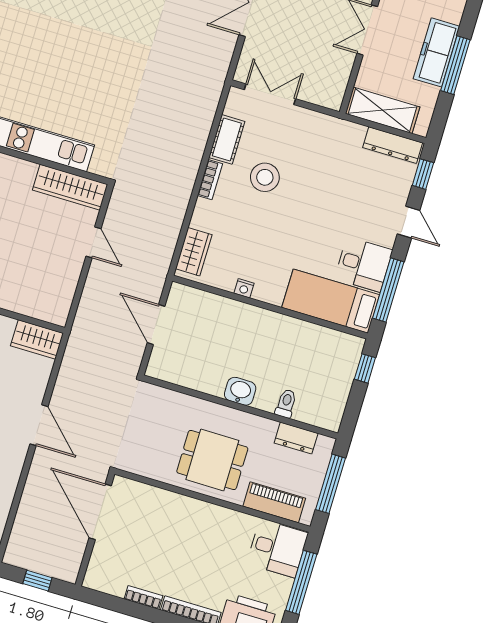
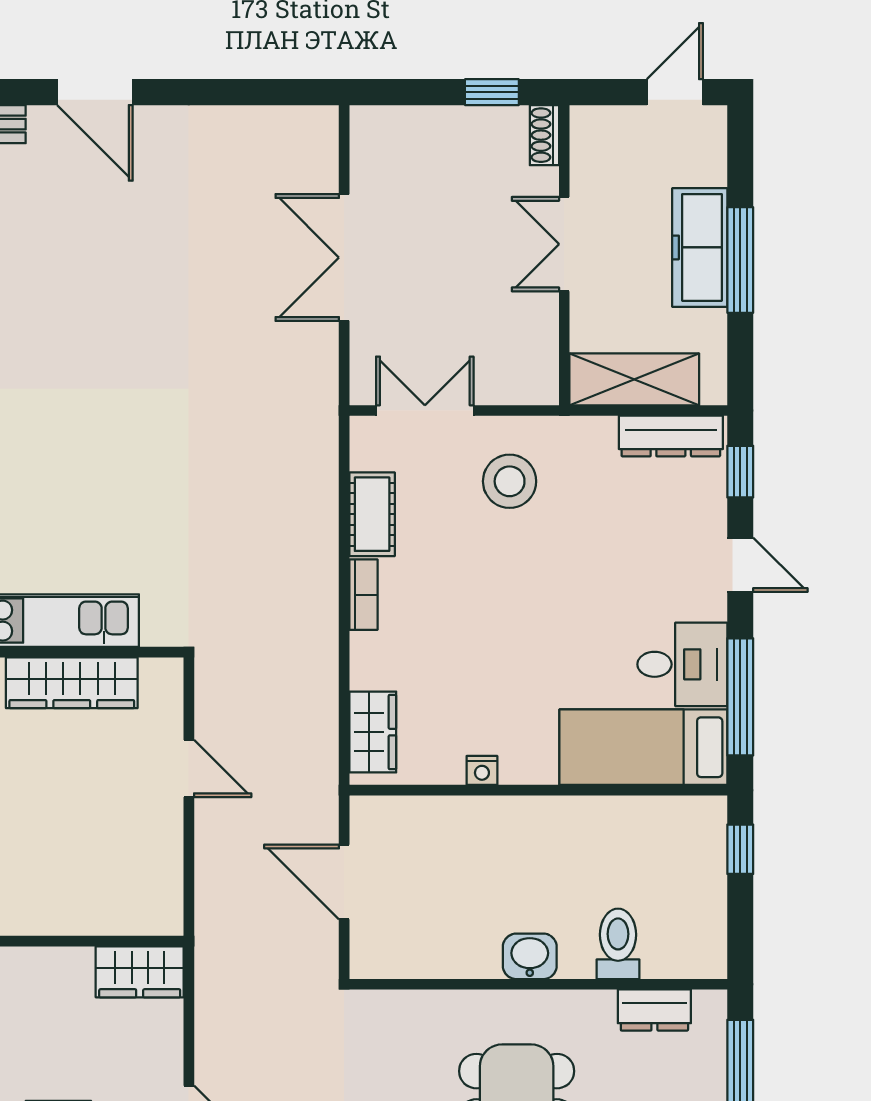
stool: (265, 177) -> (510, 481), moved
wardrobe: (70, 187) -> (72, 683), moved
toilet: (286, 403) -> (618, 944), width x1.37, depth x1.39

